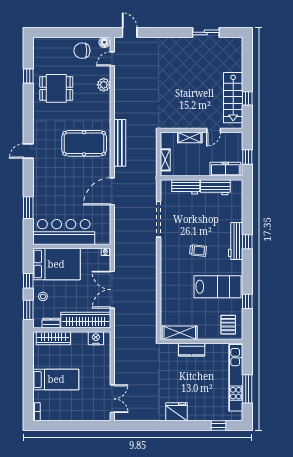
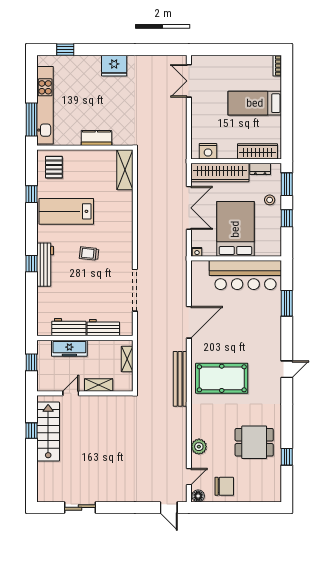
freezer: (225, 169) -> (69, 348), moved
bed: (56, 264) -> (235, 229), moved, turned 90
shelving: (180, 333) -> (125, 170), moved, turned 90
window: (247, 389) -> (32, 120), moved

